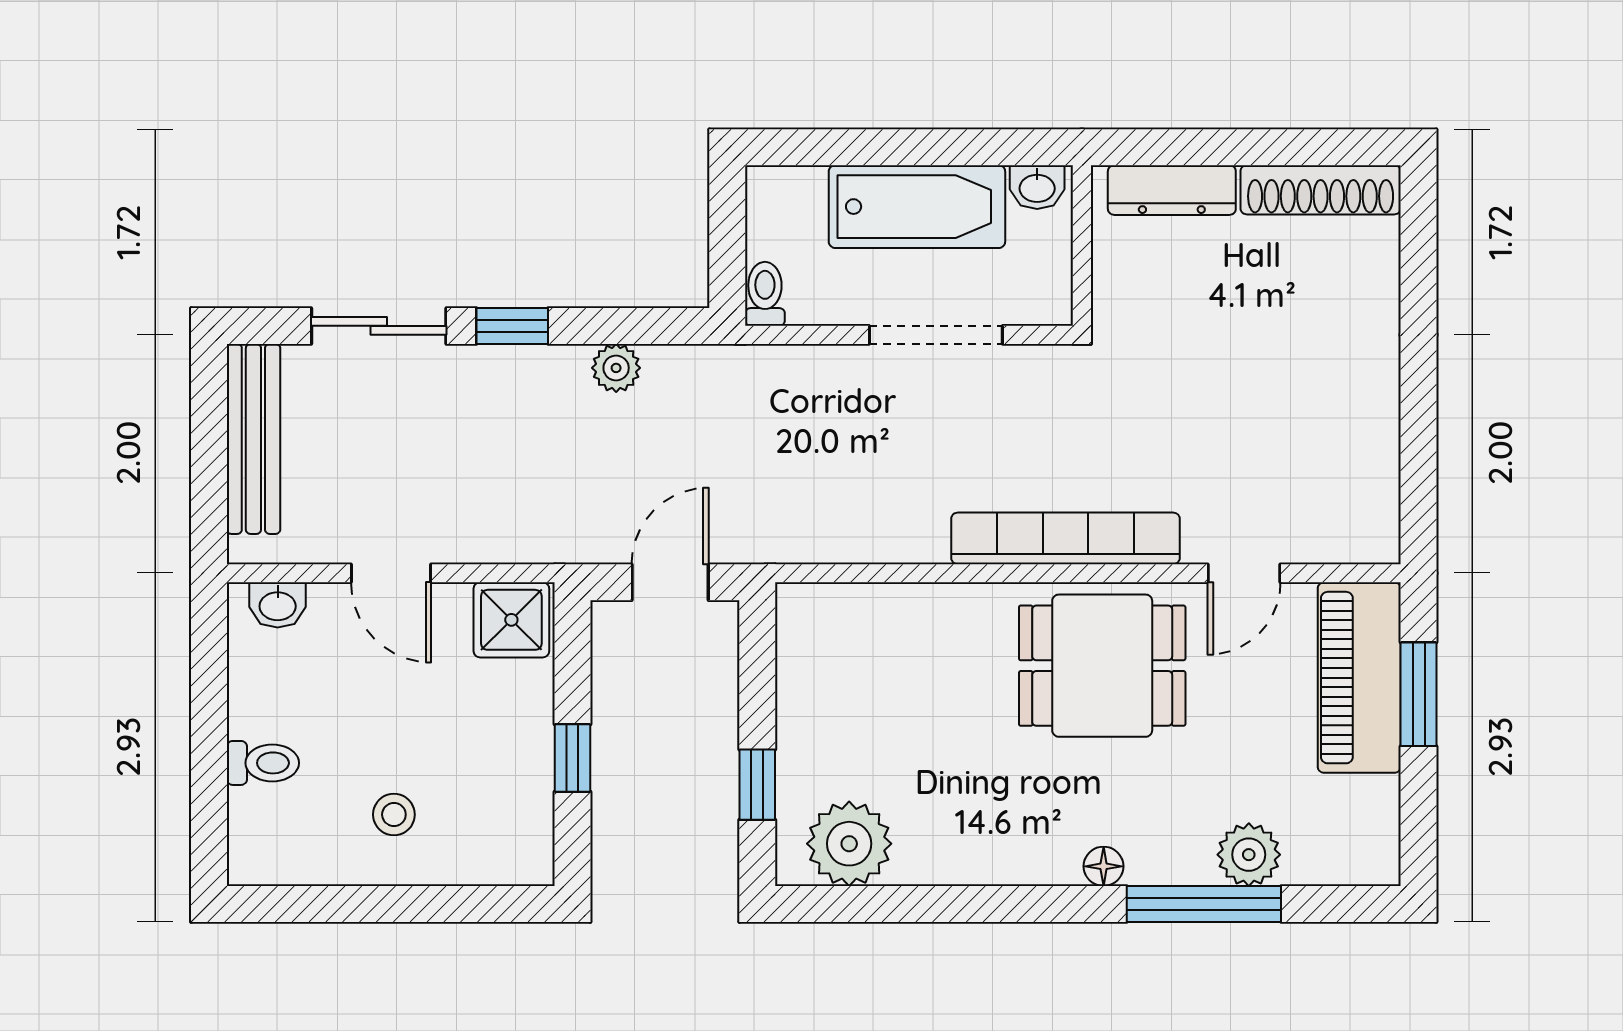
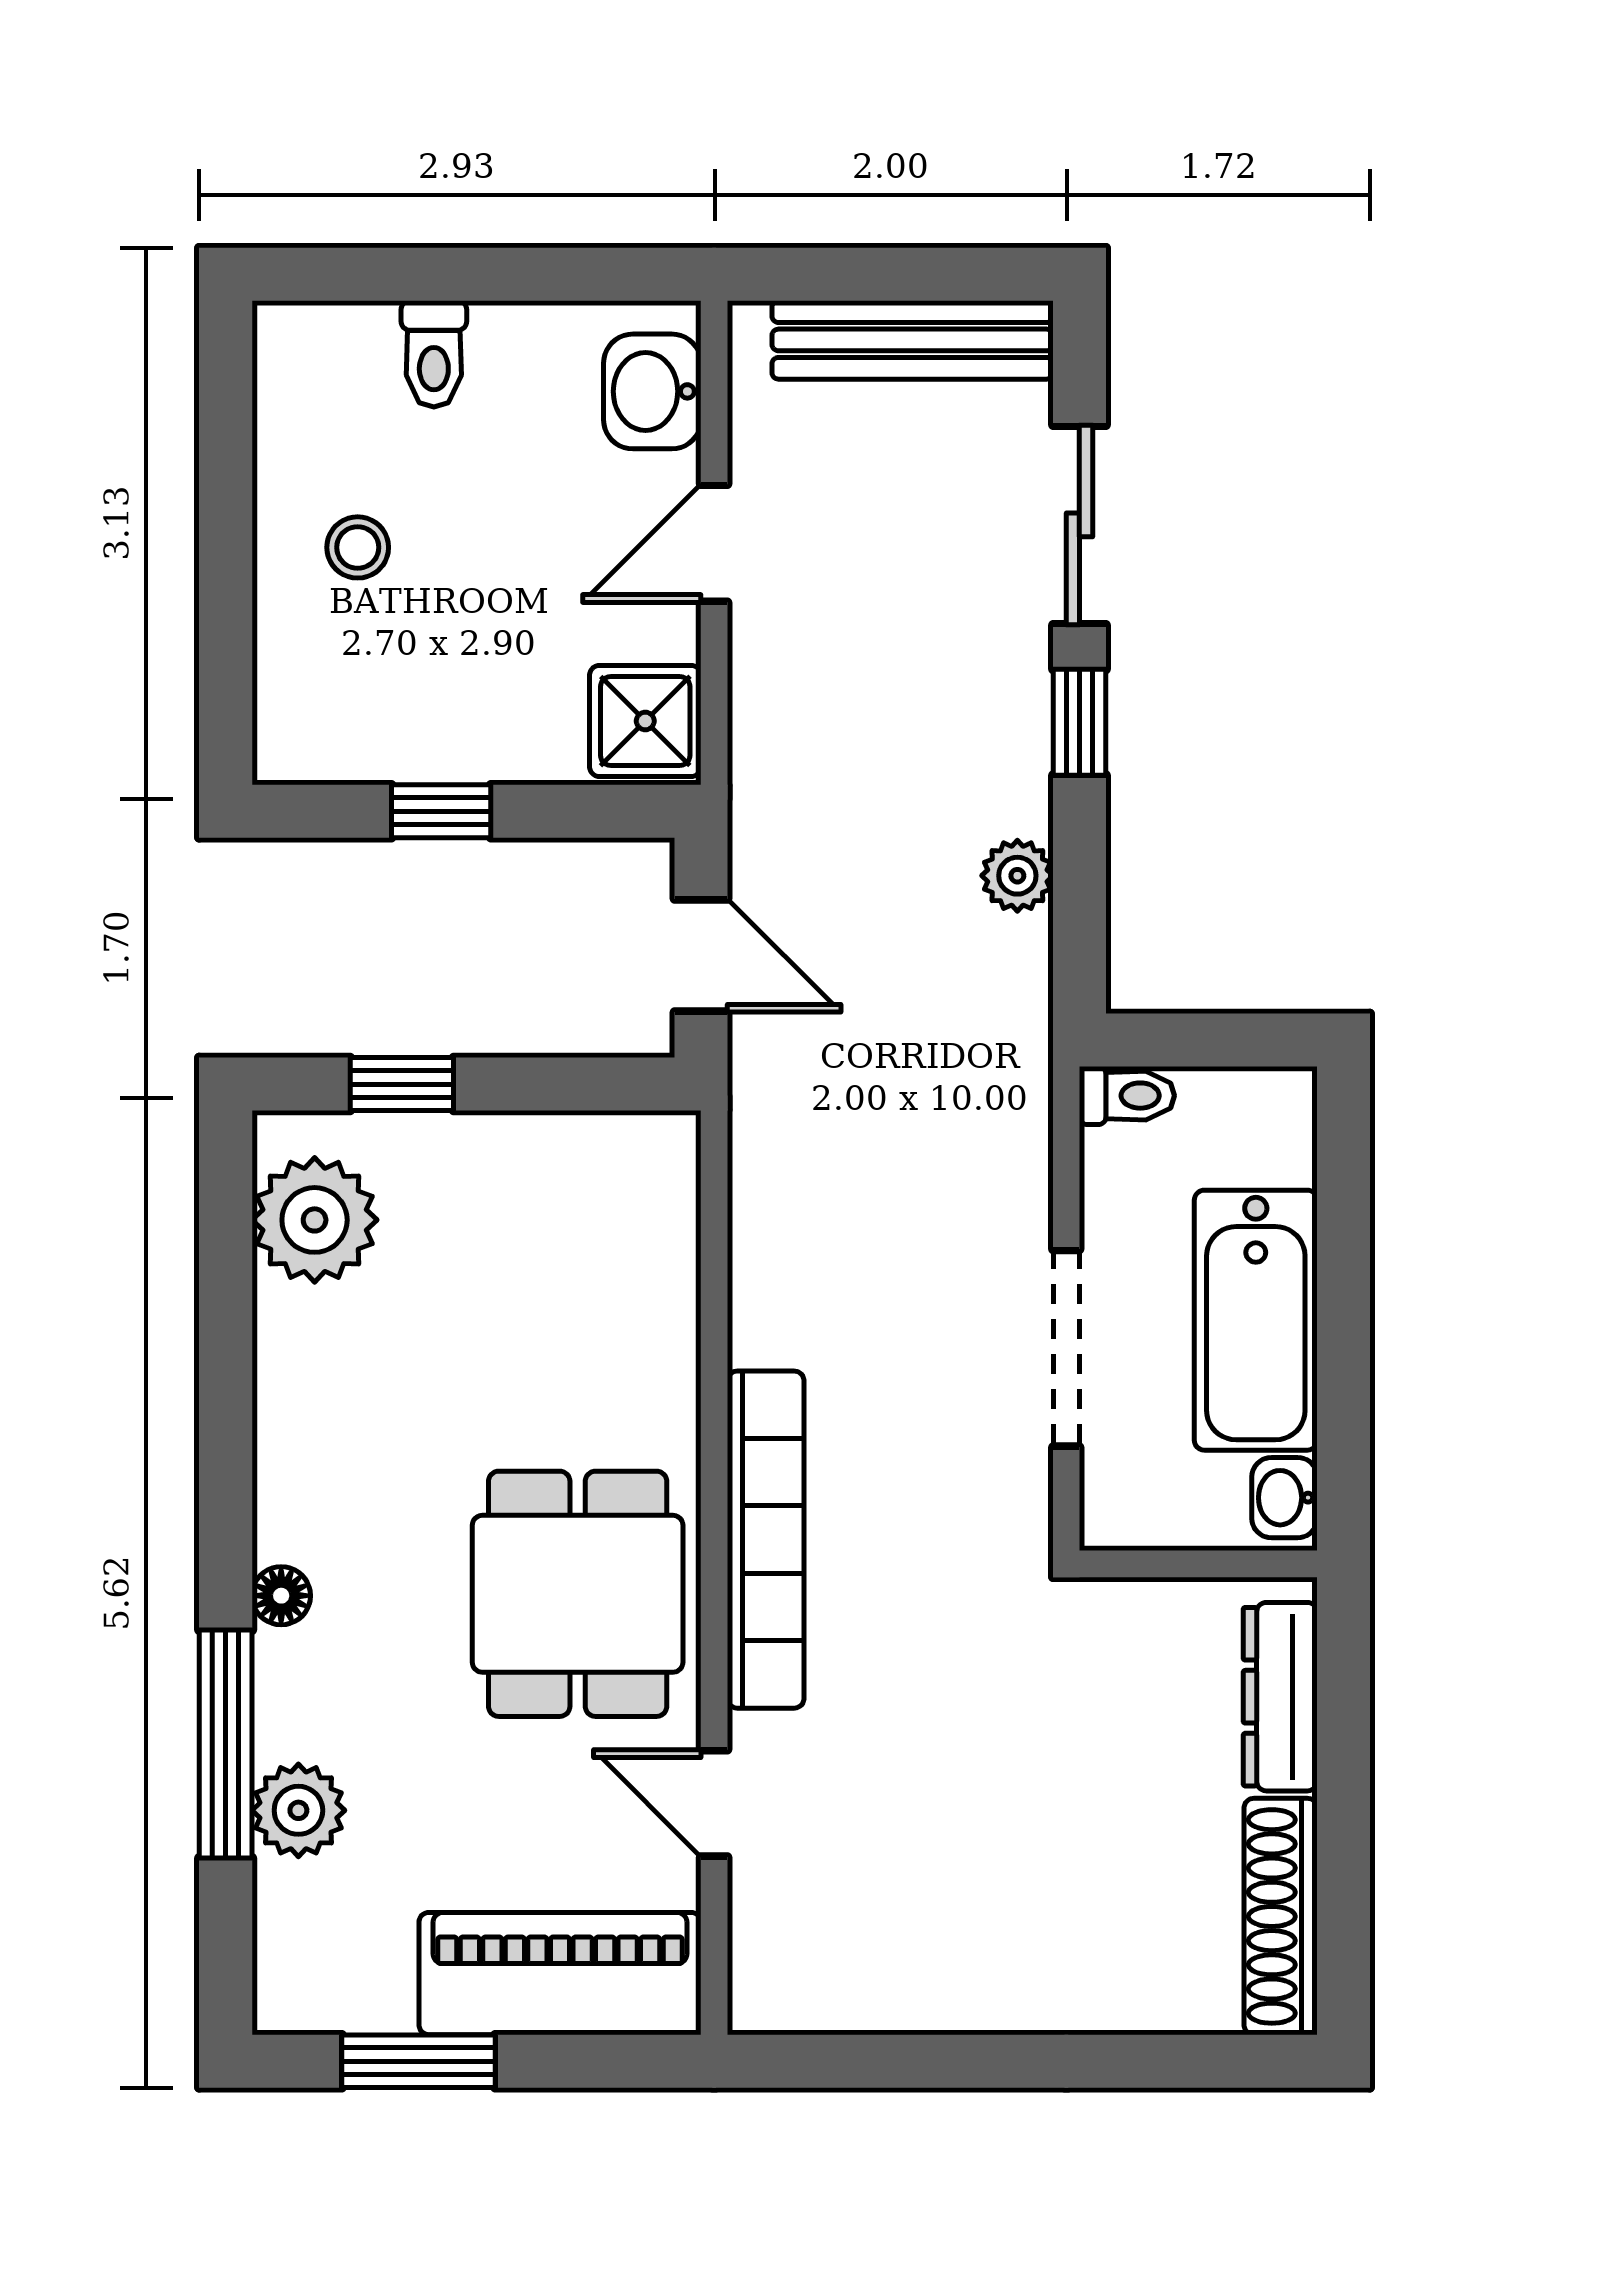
washbasin: (278, 605) -> (652, 391), width x1.38, depth x1.45
window: (1419, 694) -> (418, 2061), moved

